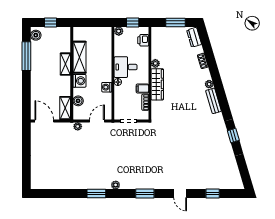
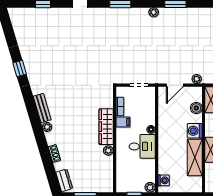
printer: (143, 40) -> (122, 177), removed
washing machine: (107, 87) -> (164, 180), moved

